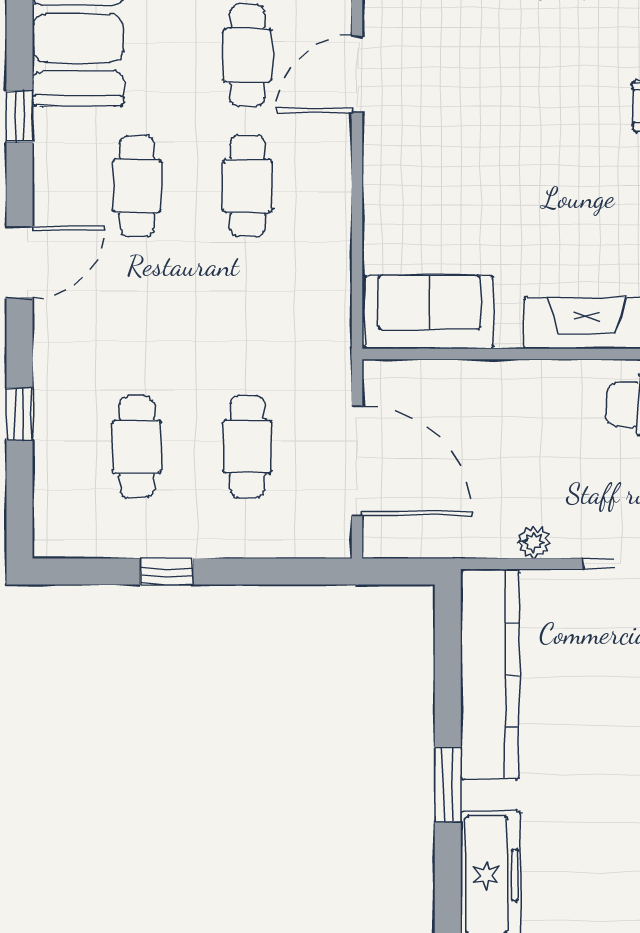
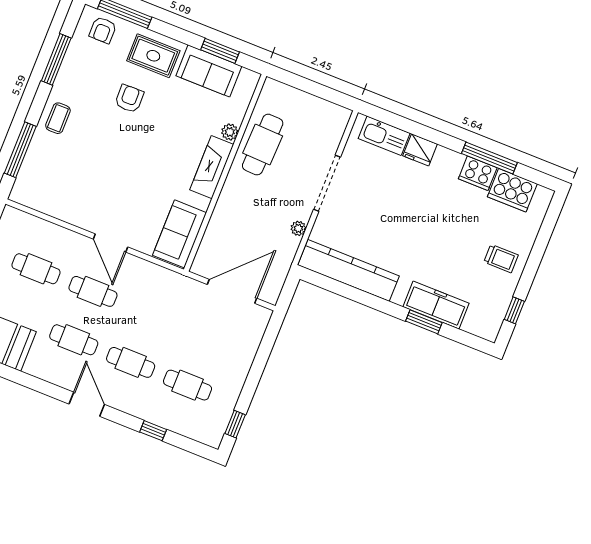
door: (357, 74) -> (110, 243), moved
window: (19, 116) -> (23, 379), removed
cafe table: (247, 447) -> (131, 362), moved
window: (167, 572) -> (235, 424), moved
window: (448, 784) -> (424, 322), moved

